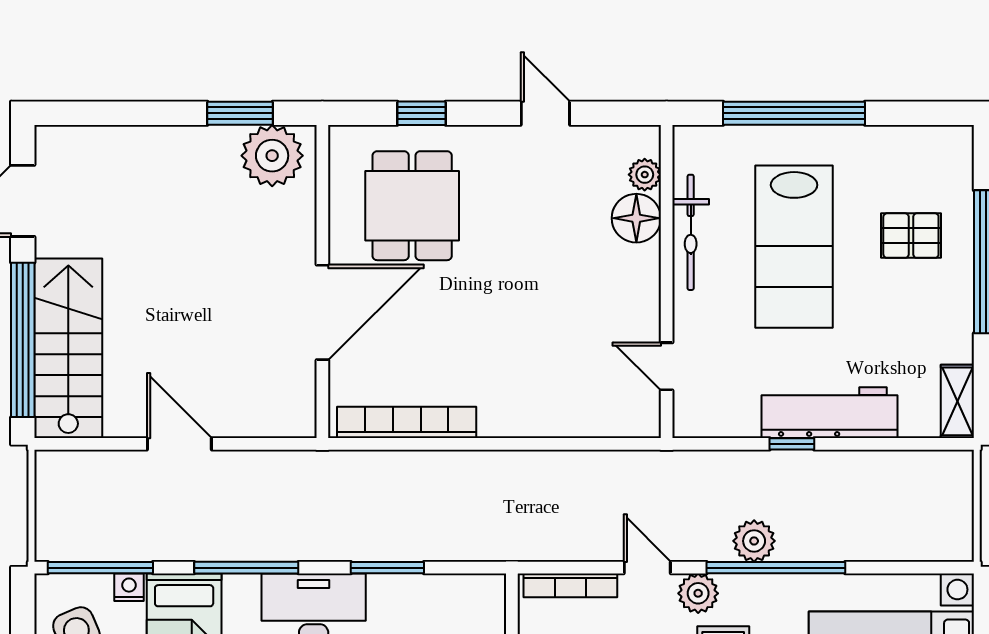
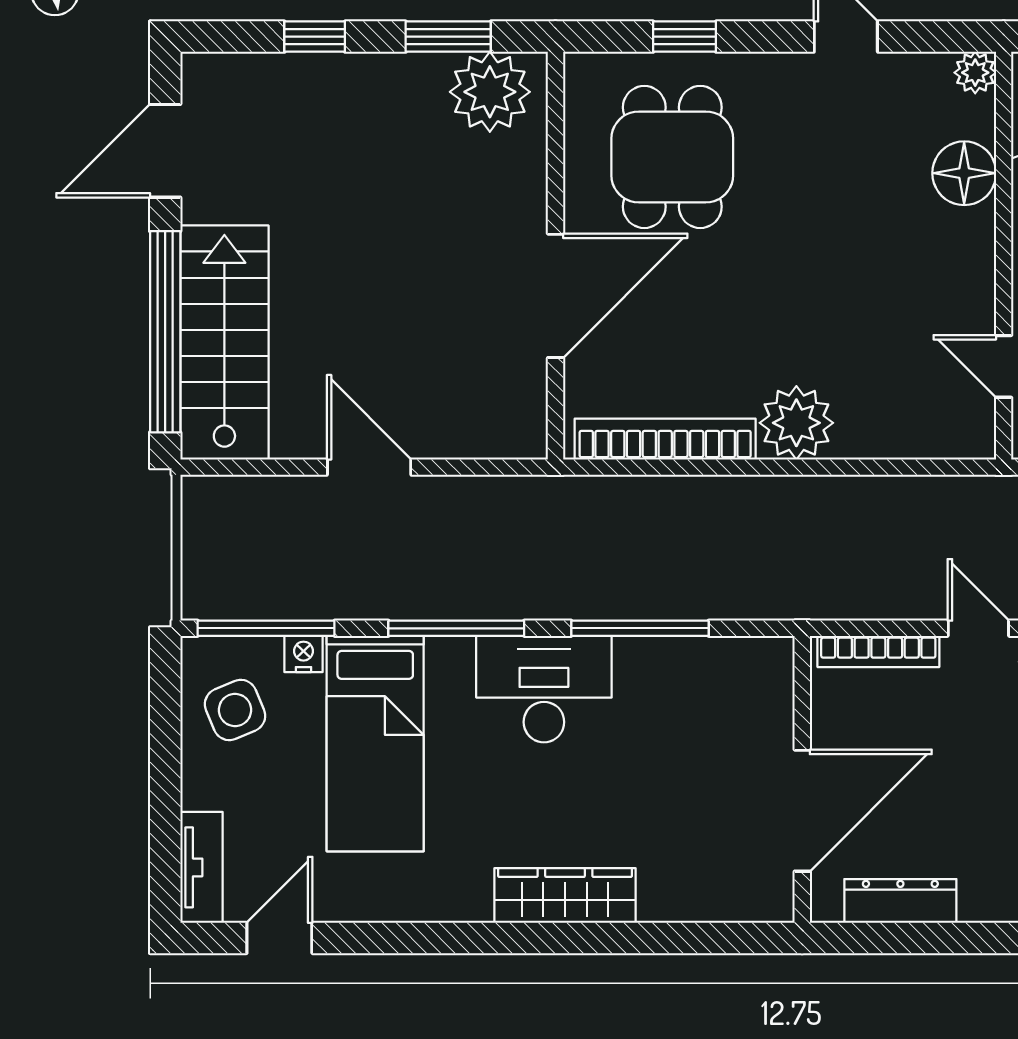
window: (138, 113) -> (315, 37), added
plant: (645, 175) -> (975, 73), moved
plant: (507, 410) -> (796, 423), added
window: (387, 568) -> (640, 628), width x1.44

